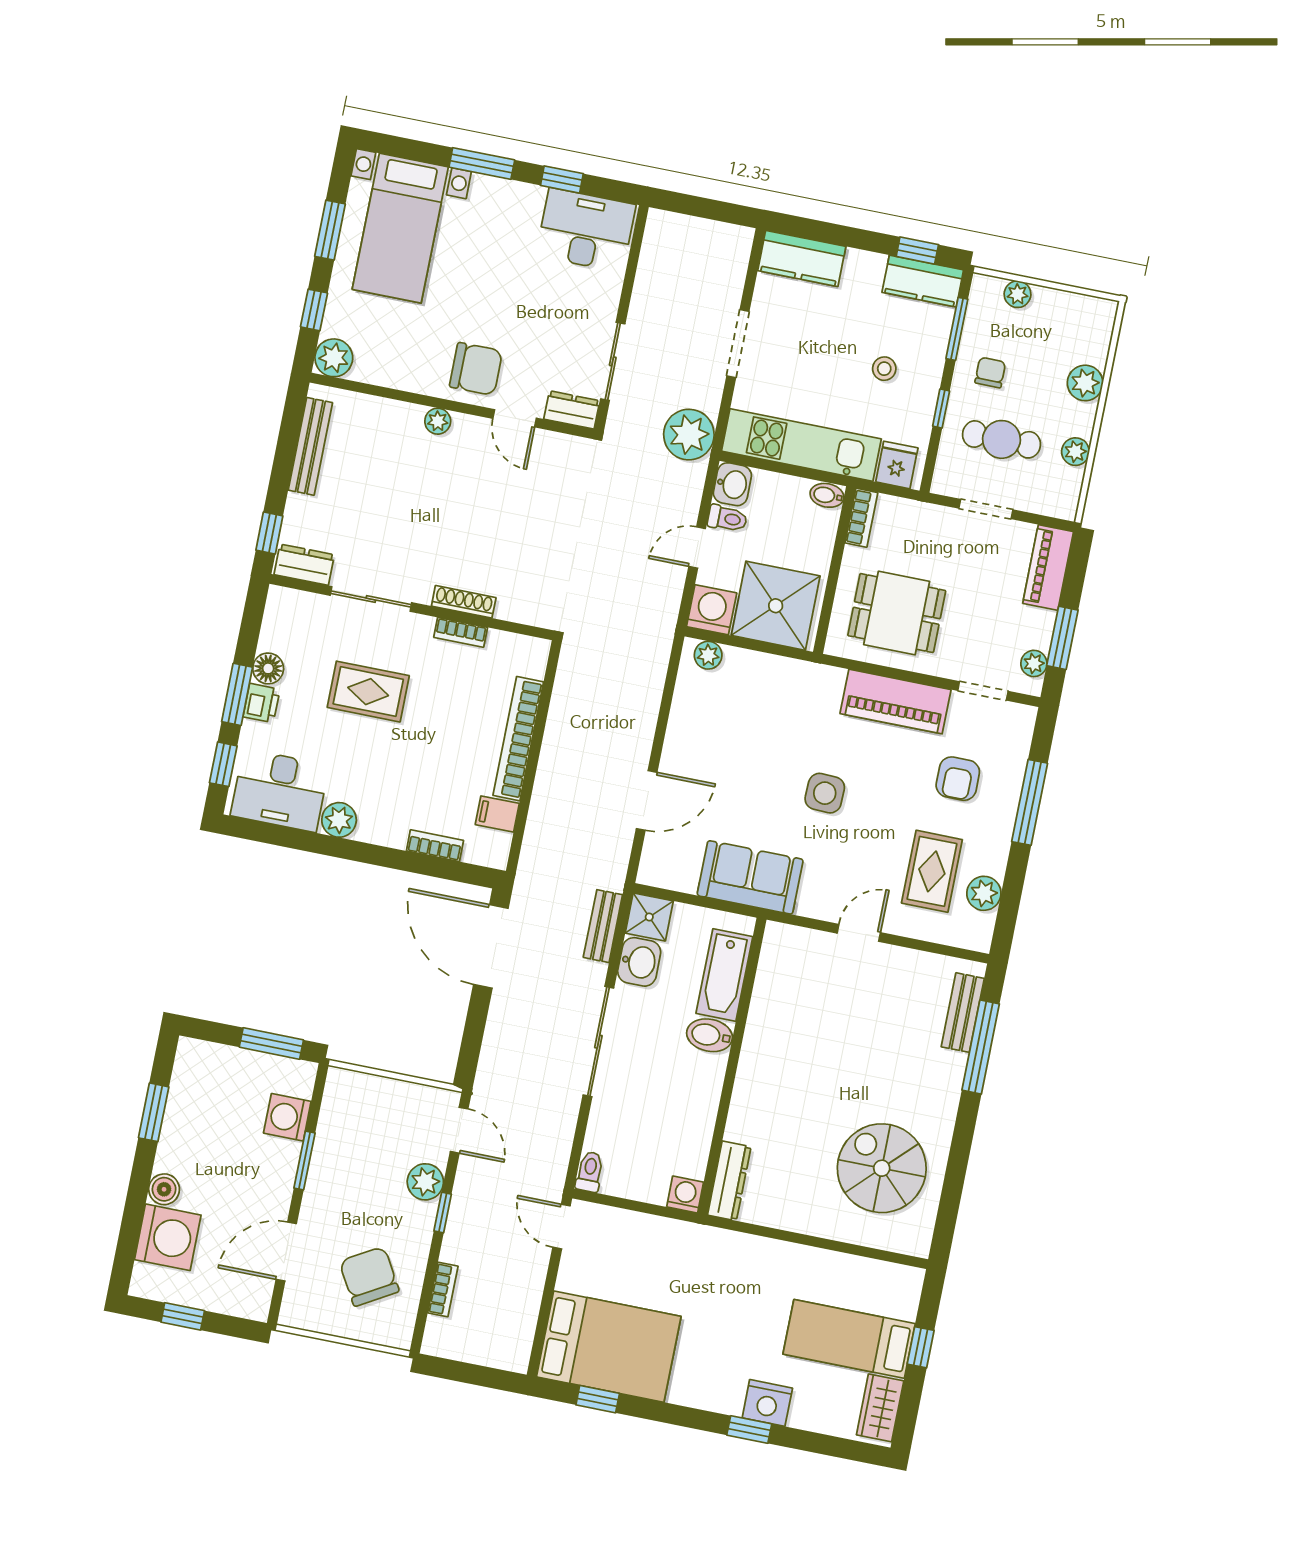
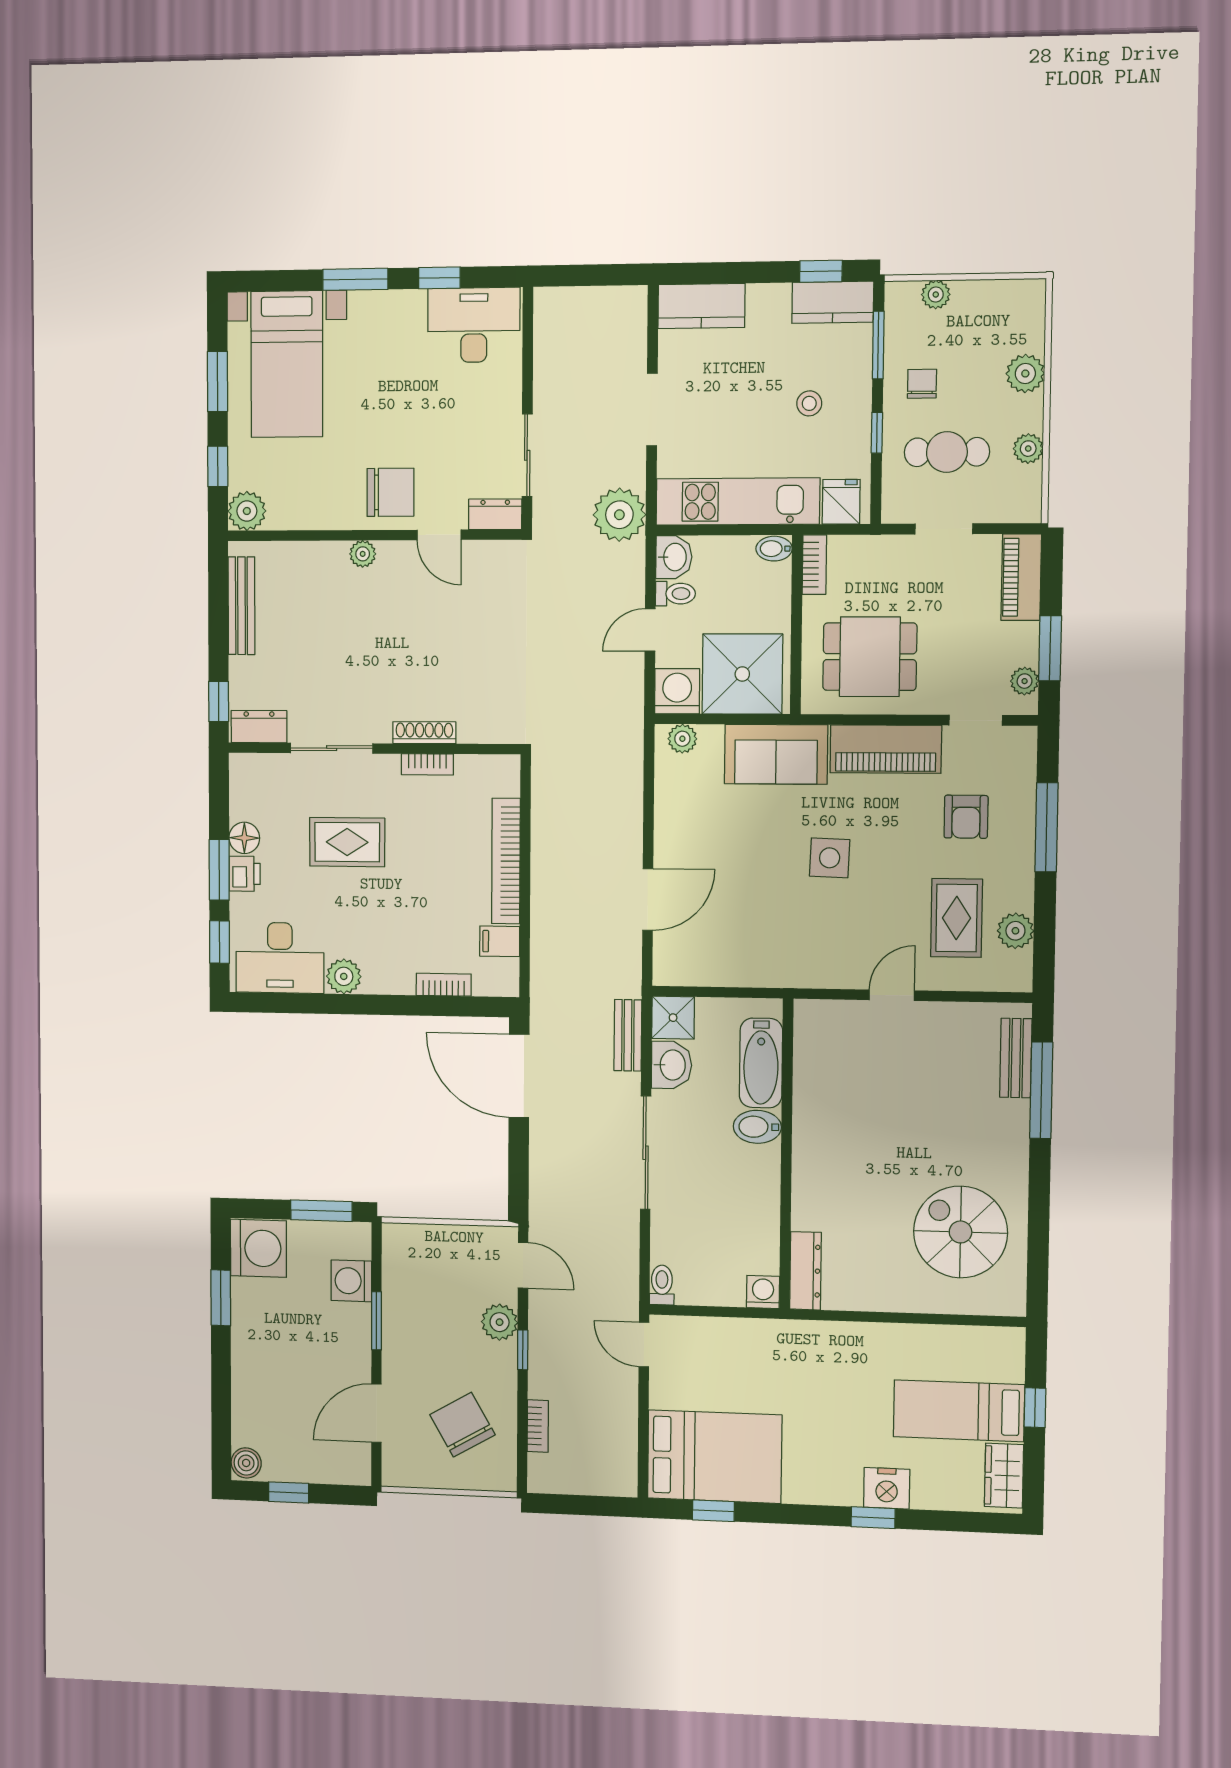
sofa: (750, 877) -> (776, 754), moved, turned 180
boiler: (164, 1189) -> (246, 1463), moved
washing machine: (168, 1237) -> (258, 1248), moved

